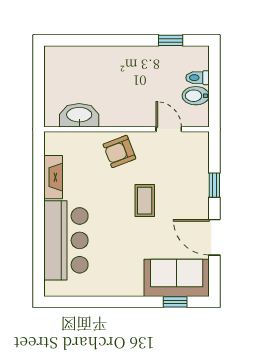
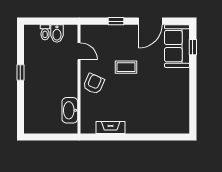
window: (171, 40) -> (20, 73), moved
door: (169, 129) -> (79, 51), swing flipped
armchair: (119, 151) -> (94, 84), turned -135
bar counter: (66, 240) -> (152, 119), removed

